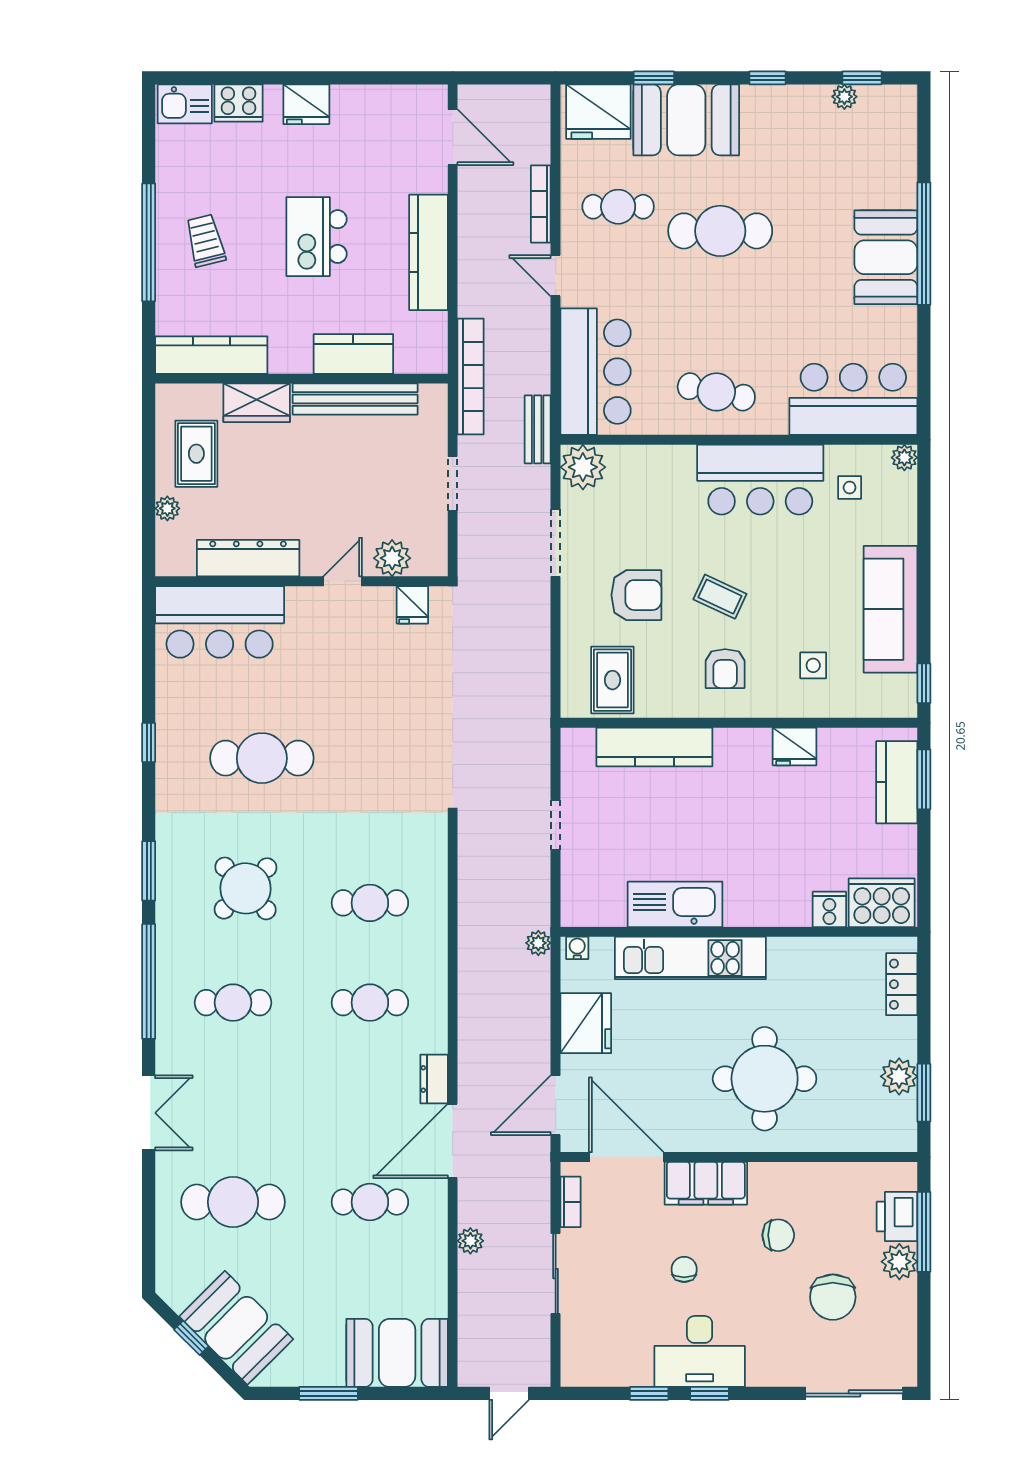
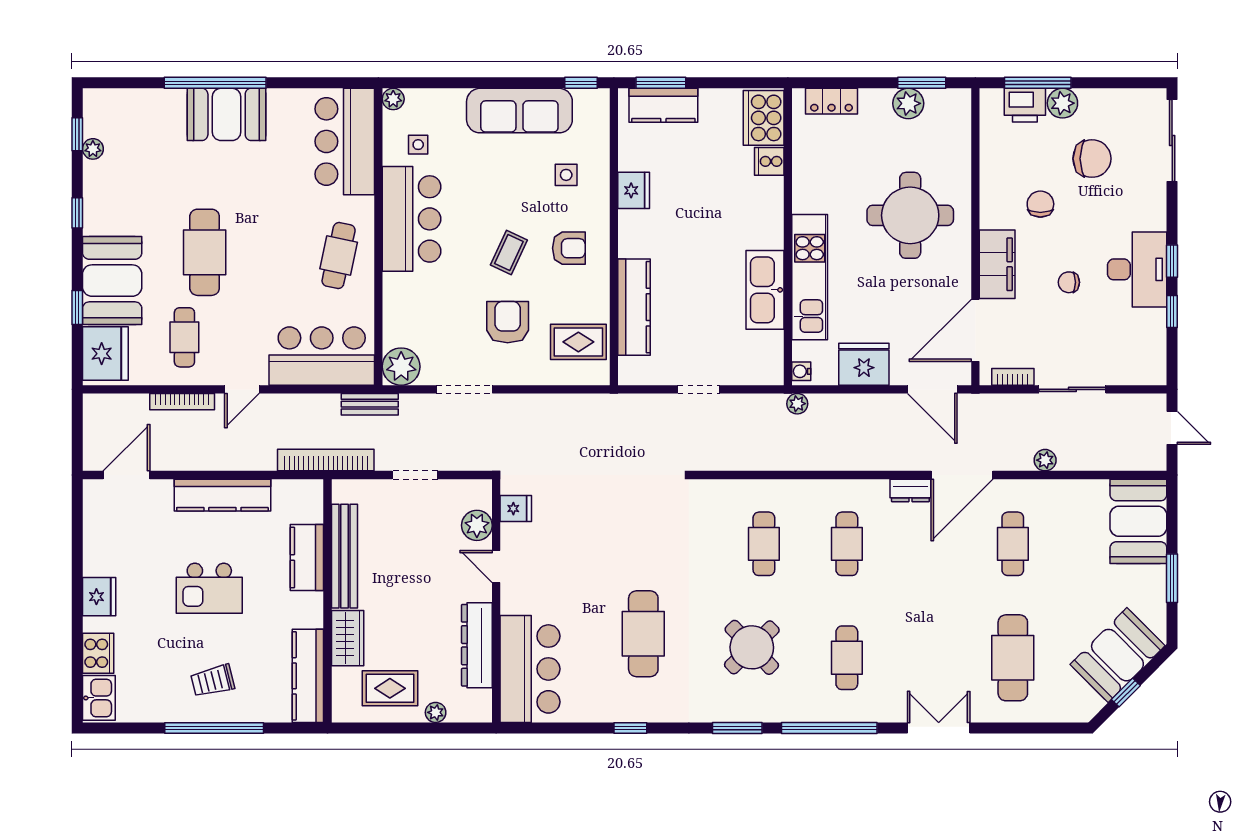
door: (453, 1141) -> (962, 475), hinge flipped

